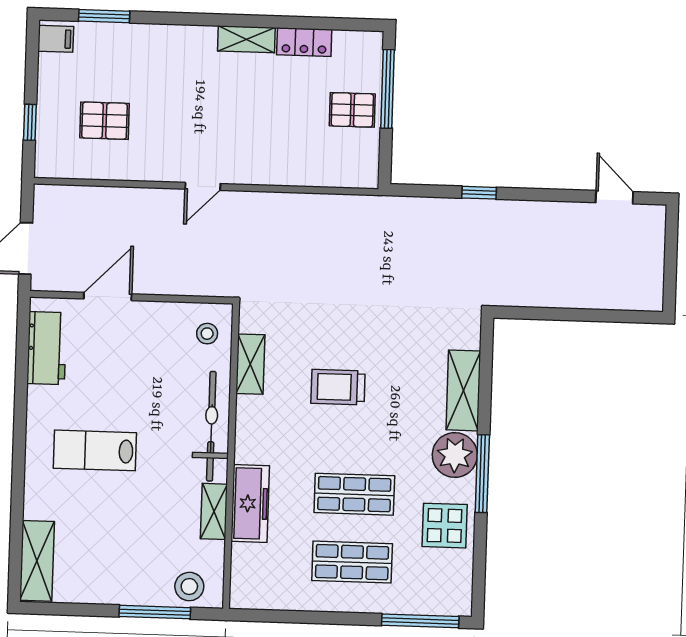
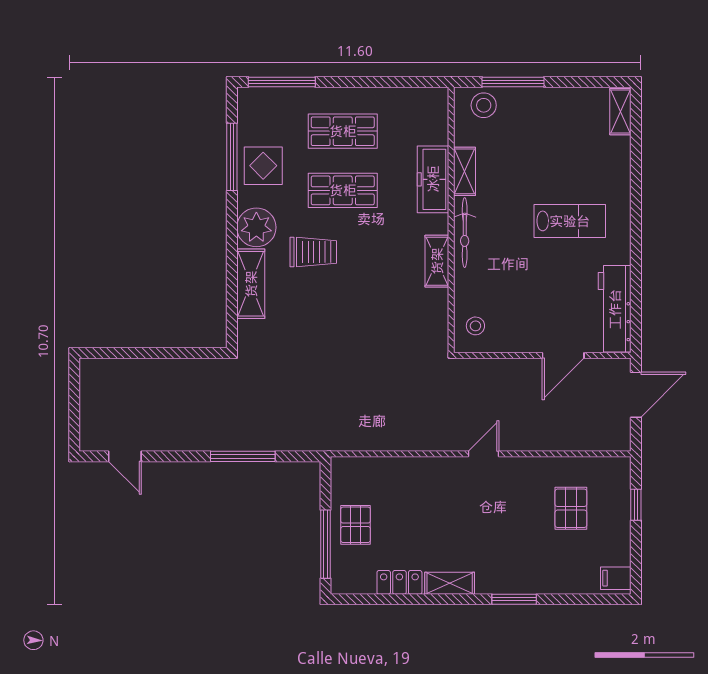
window: (104, 16) -> (514, 599), moved
pallet: (352, 110) -> (356, 525), turned 90
pallet: (104, 121) -> (571, 508), turned 90
window: (479, 193) -> (243, 456), width x2.17
workbench: (47, 348) -> (615, 309), width x1.38
shelving: (250, 364) -> (437, 261), moved
trolley: (338, 387) -> (313, 252), moved
bicycle: (211, 426) -> (465, 233), width x0.73, depth x0.71
window: (482, 474) -> (232, 157), moved
shelving: (37, 561) -> (620, 112), width x0.67, depth x0.75

